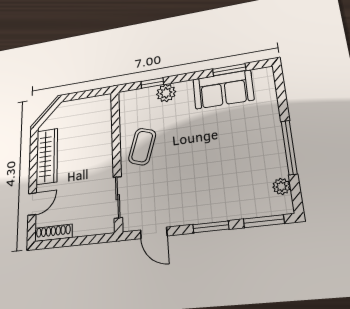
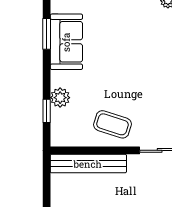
bench: (103, 129) -> (88, 164), added

